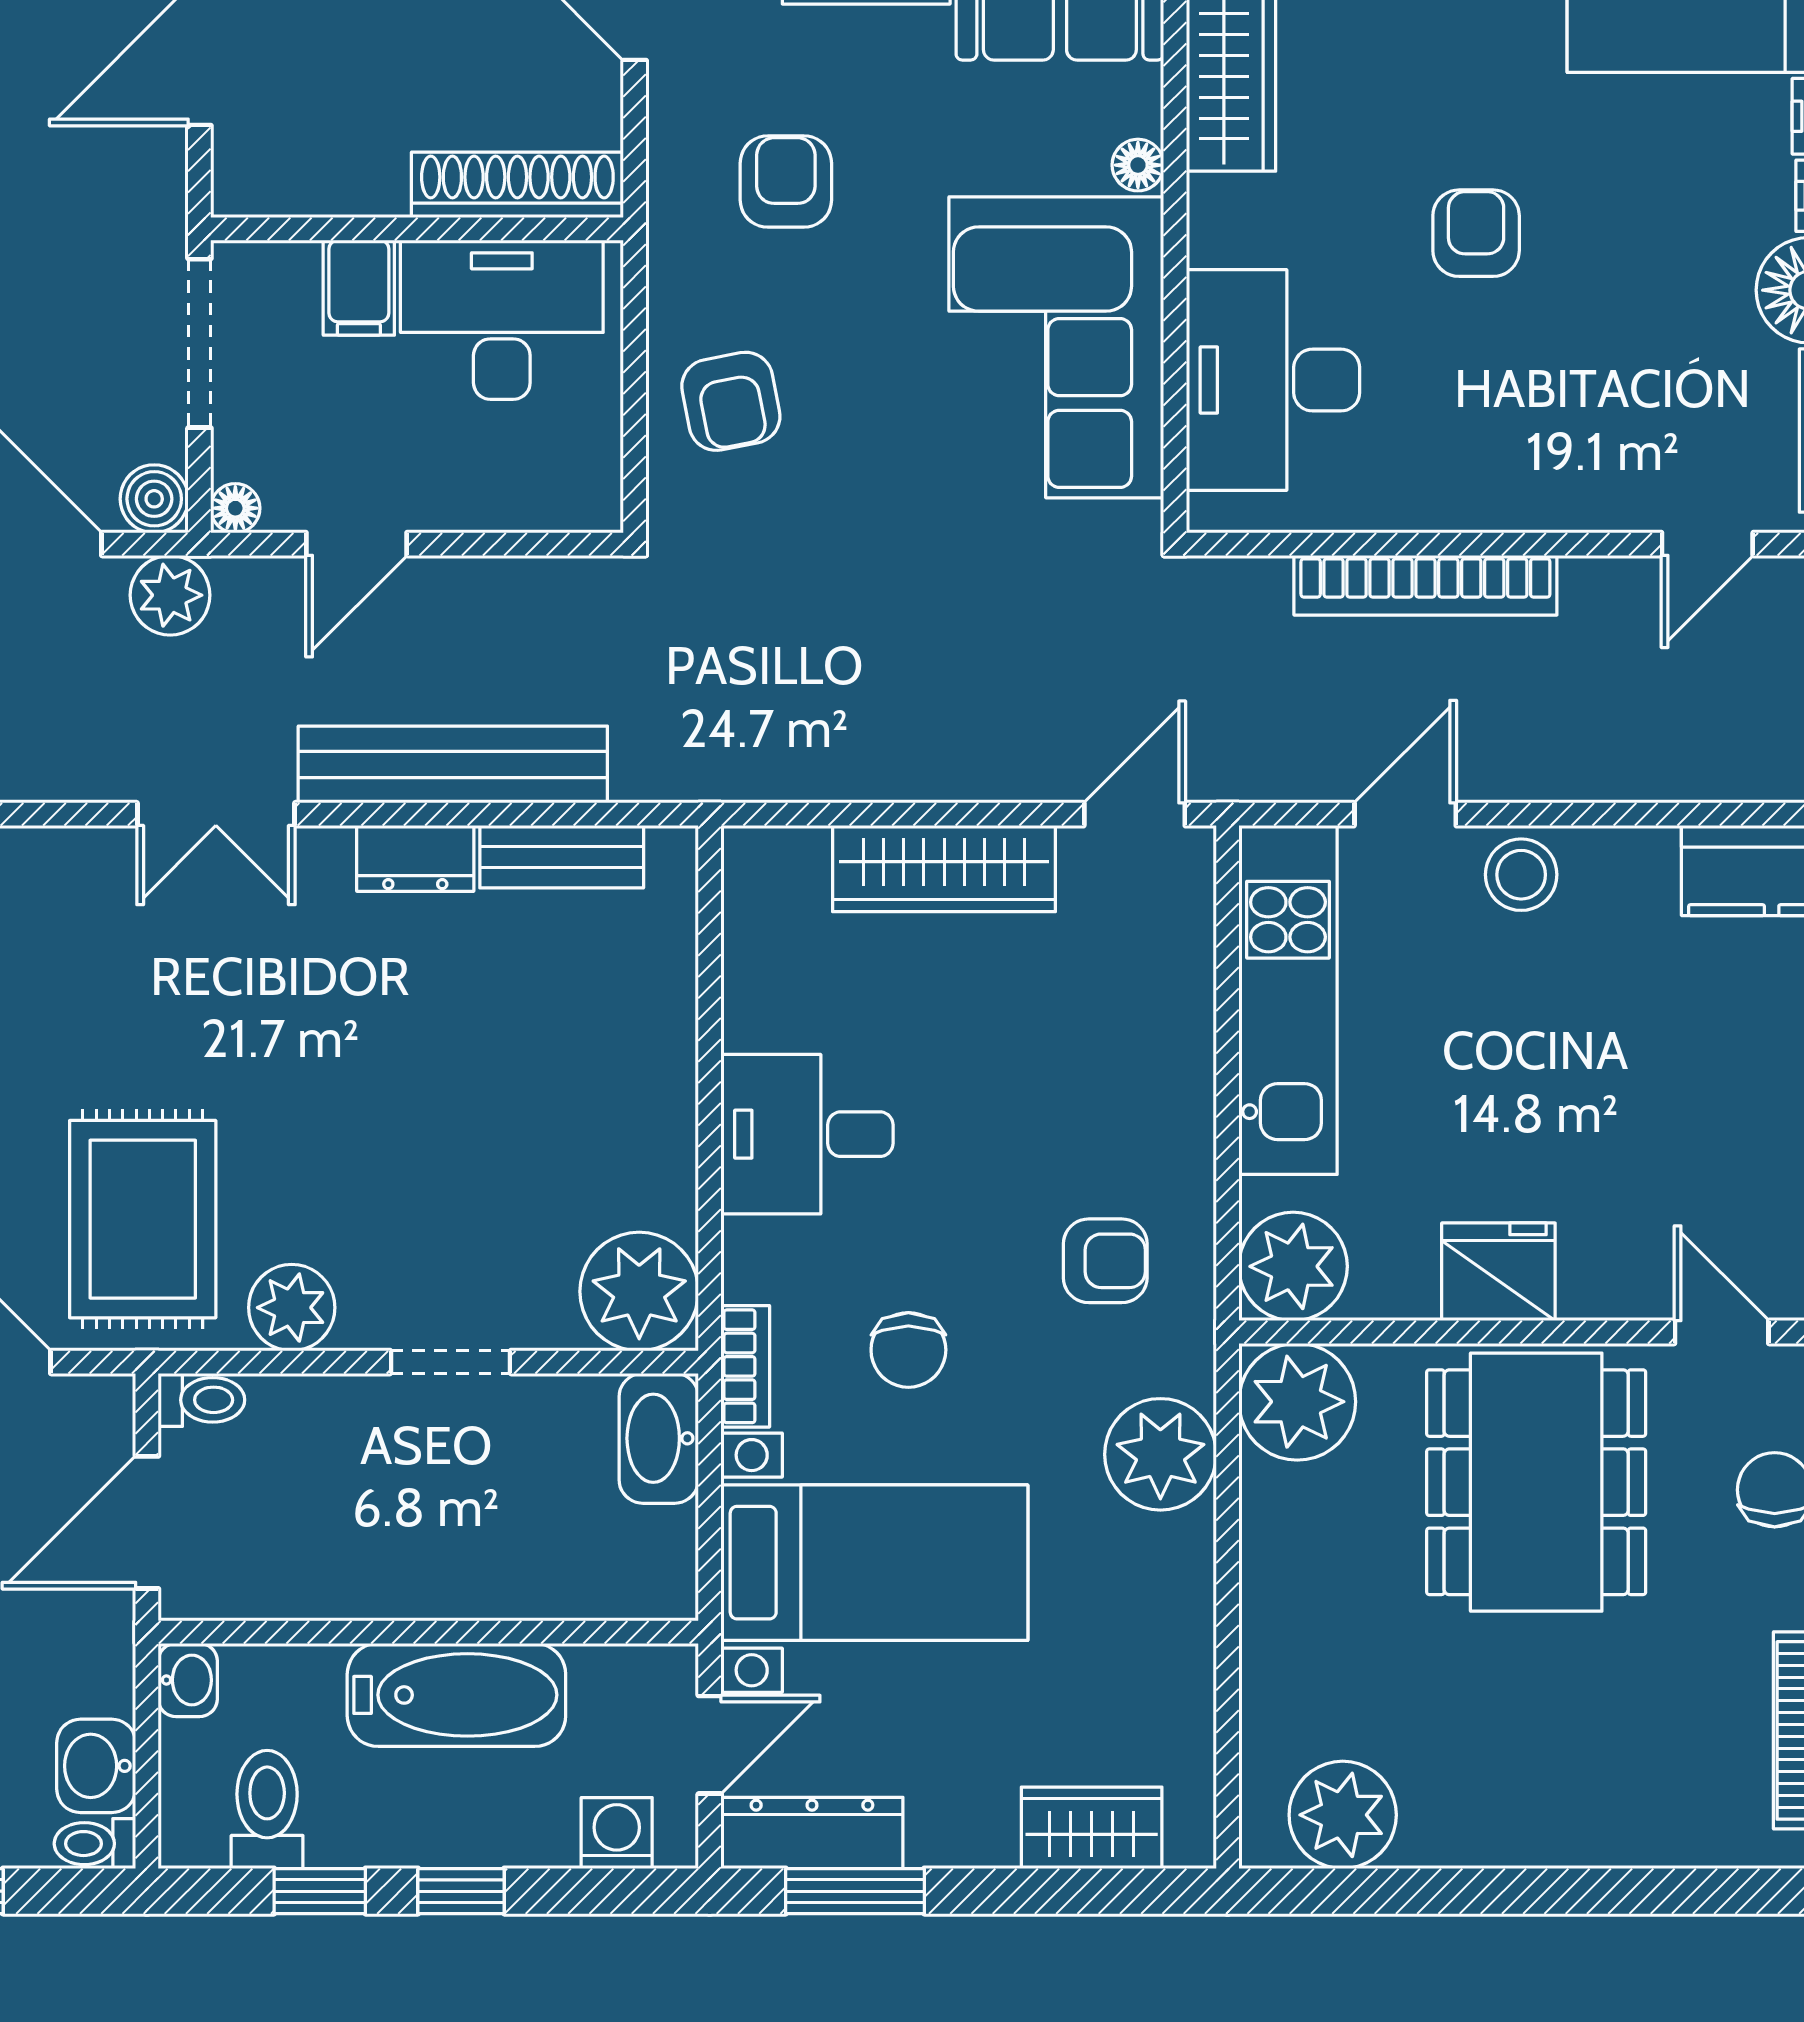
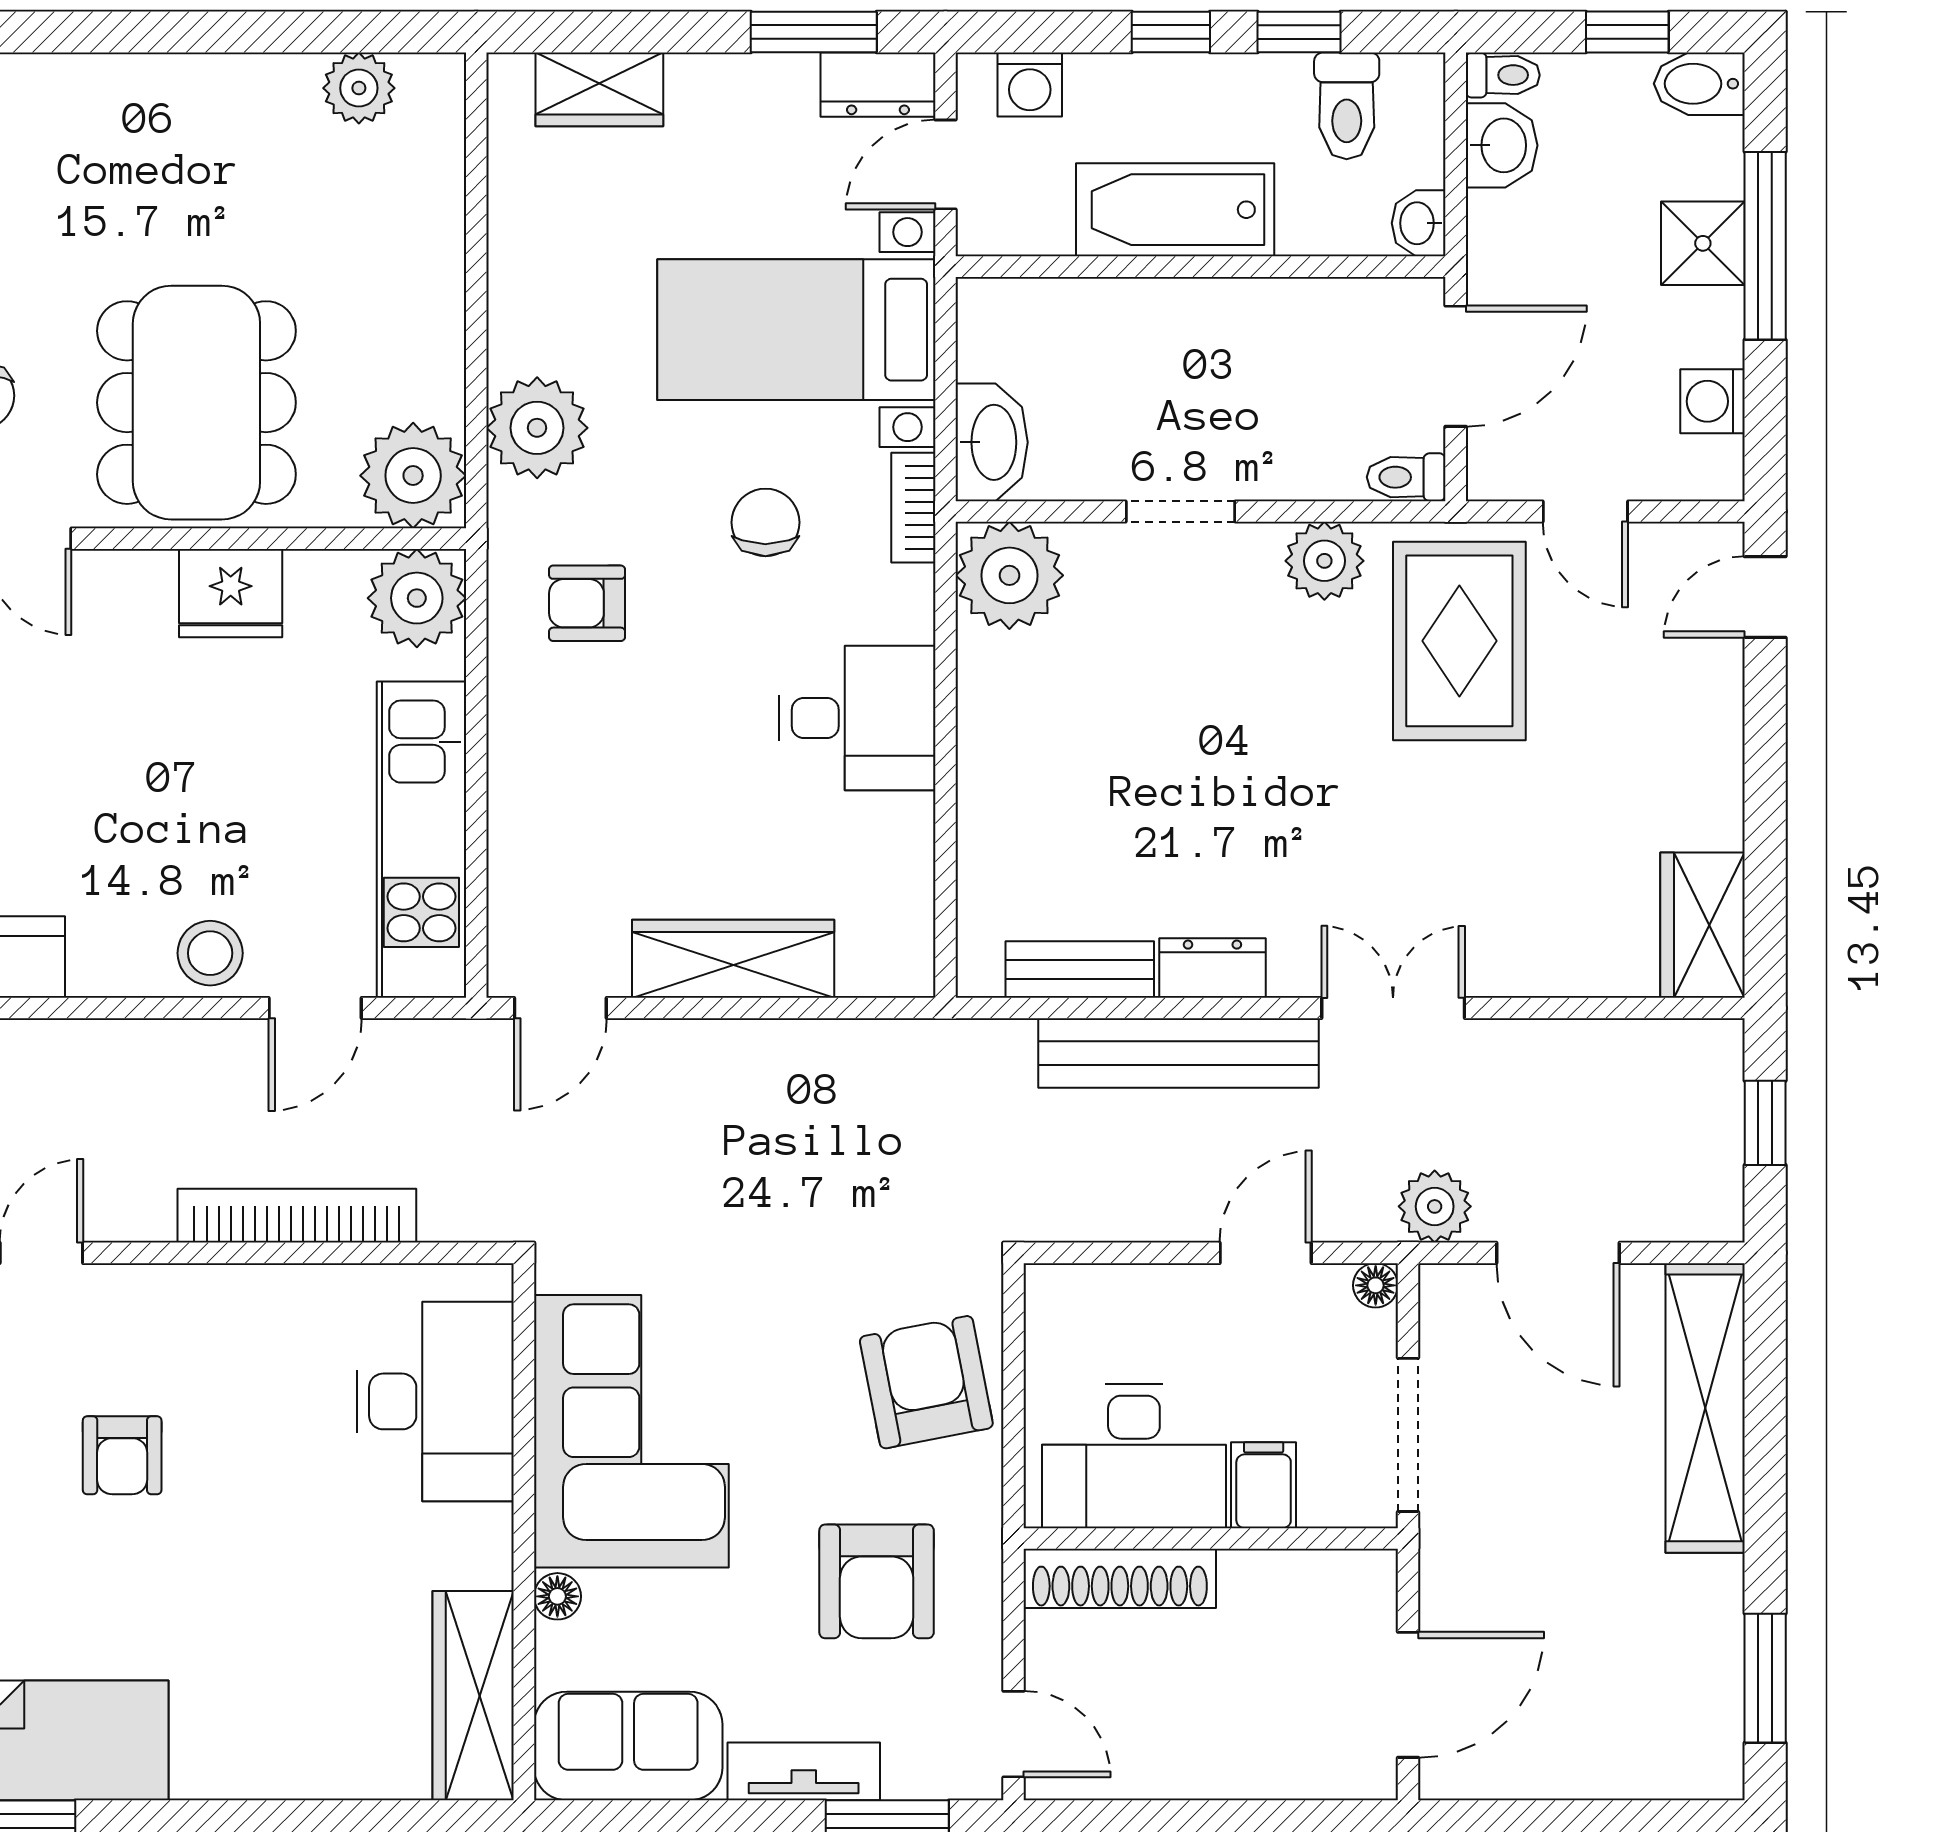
armchair: (786, 182) -> (877, 1581), width x1.38, depth x1.38
armchair: (1476, 233) -> (122, 1455), moved
armchair: (731, 401) -> (926, 1382), width x1.38, depth x1.38
boiler: (154, 499) -> (1449, 1294), removed
plant: (1343, 1815) -> (359, 88), width x0.73, depth x0.73
dresser: (812, 1833) -> (878, 85), width x0.70

